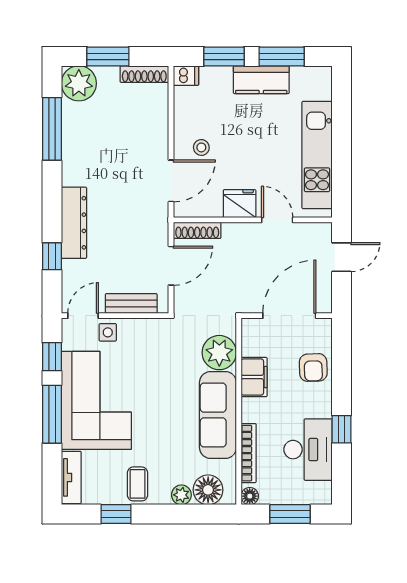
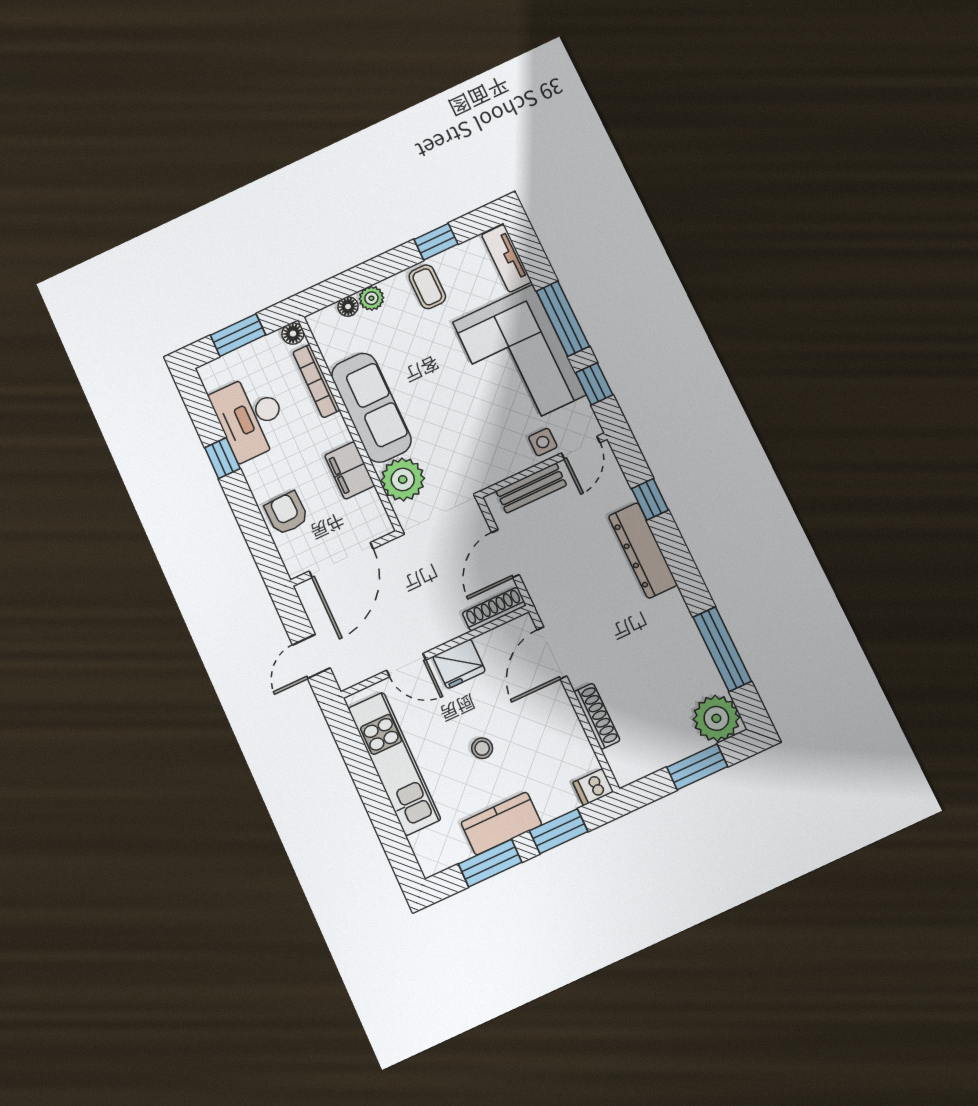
shoe rack: (144, 74) -> (597, 716), moved, turned 90
stool: (201, 147) -> (482, 748), moved
floor lamp: (208, 490) -> (348, 307), width x0.53, depth x0.53

